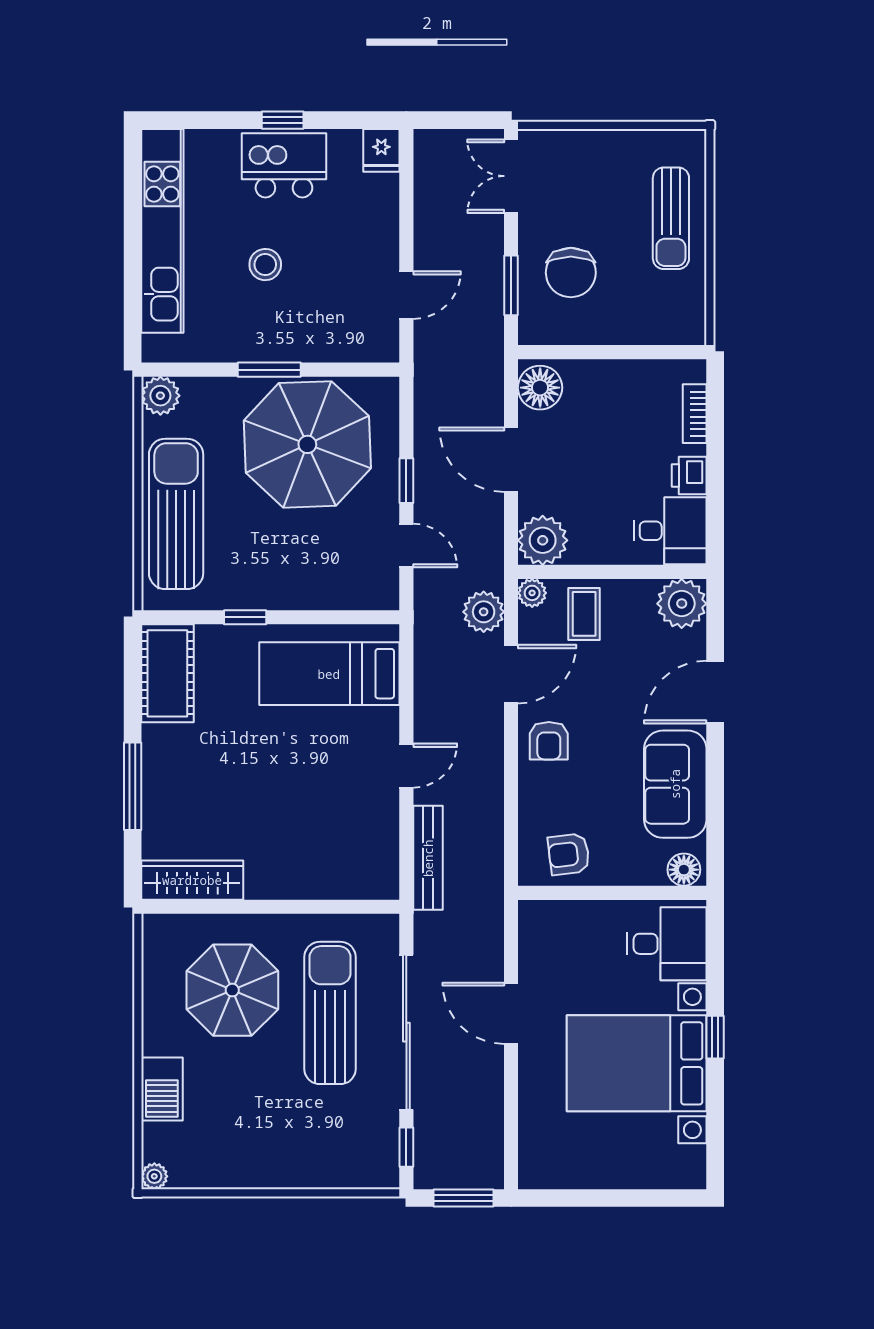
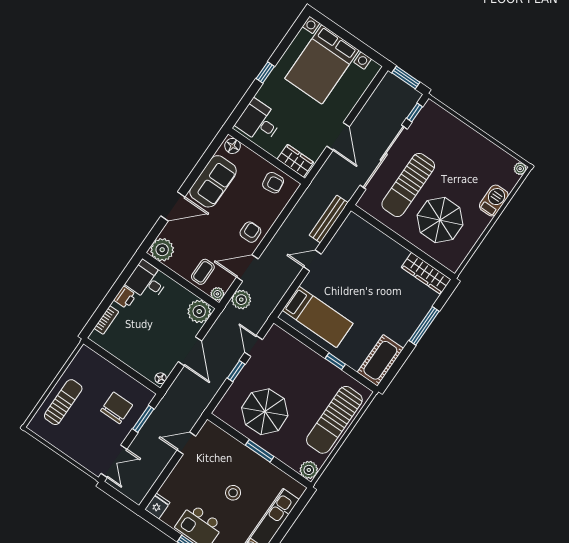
floor lamp: (540, 388) -> (161, 378), width x0.53, depth x0.53
parasol: (307, 444) -> (265, 412), width x0.73, depth x0.73
wardrobe: (556, 919) -> (295, 161), added
bed with nightstands: (637, 1063) -> (322, 64), moved, turned 90

